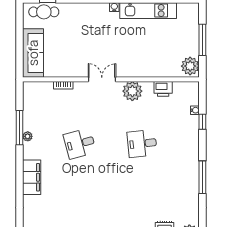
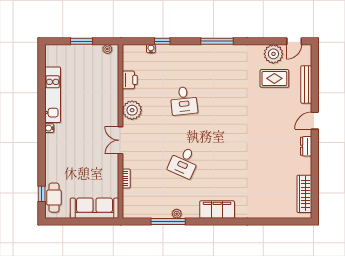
window: (202, 40) -> (82, 41), width x0.69
plant: (190, 66) -> (107, 49), width x0.53, depth x0.53
desk: (80, 144) -> (184, 162), turned 39

